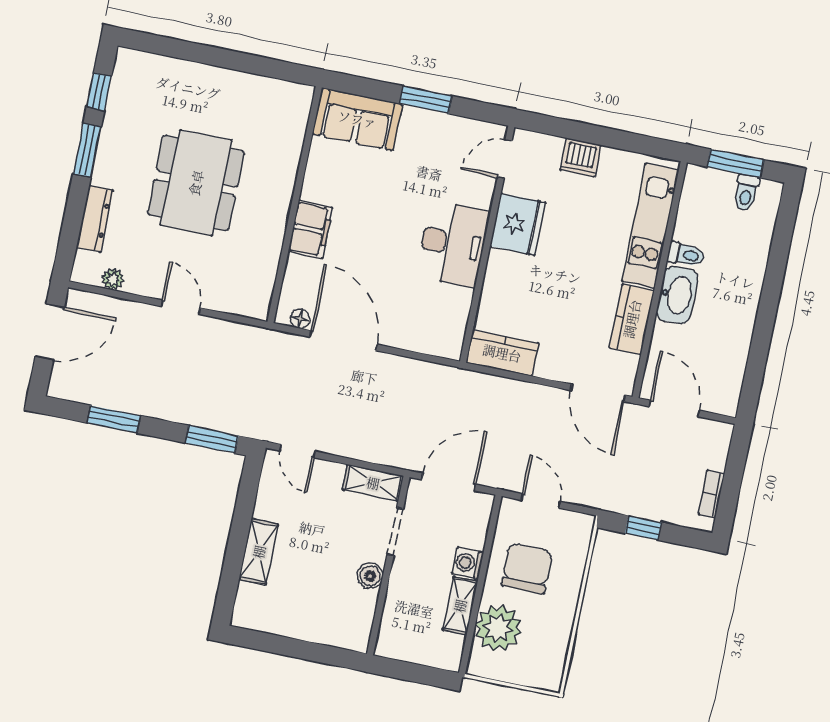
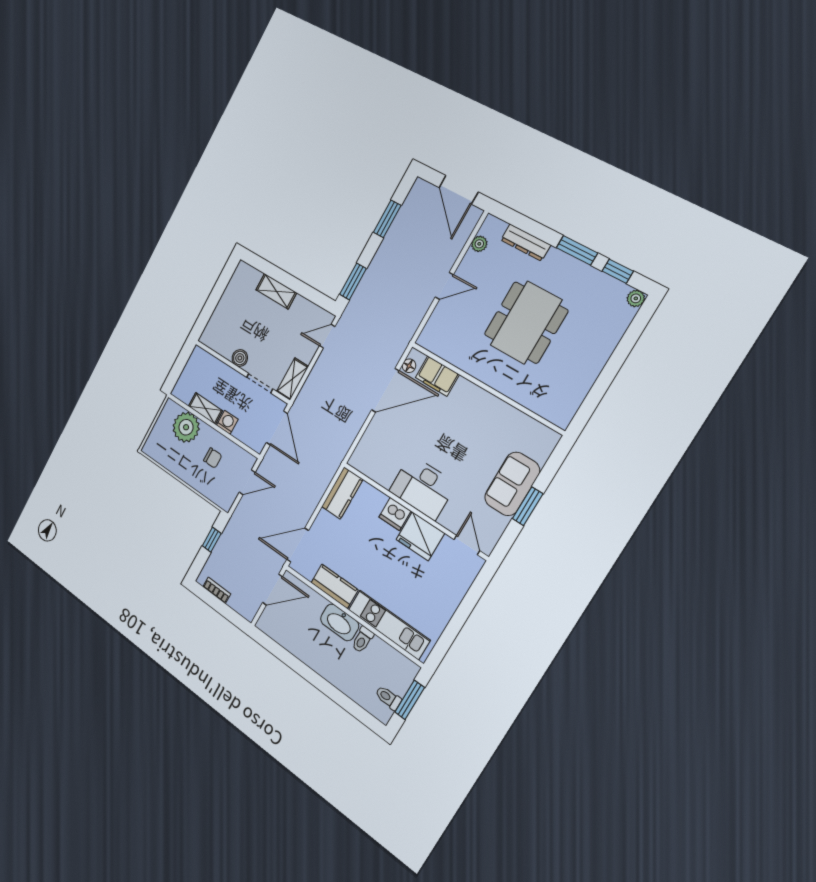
plant: (126, 59) -> (636, 298), added
sofa: (357, 119) -> (512, 484), moved
dishwasher: (581, 157) -> (395, 514), moved, turned -90
dining table: (196, 183) -> (526, 323), turned 90
filing cabinet: (310, 229) -> (437, 376), moved
chair: (527, 568) -> (213, 458), width x0.54, depth x0.54

